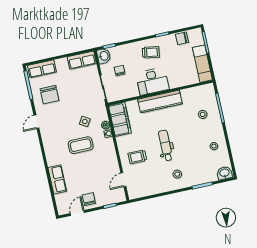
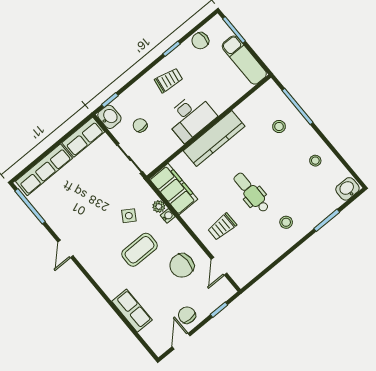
row of seats: (42, 69) -> (44, 170), width x1.48
chair: (50, 95) -> (182, 265), moved, turned 90

